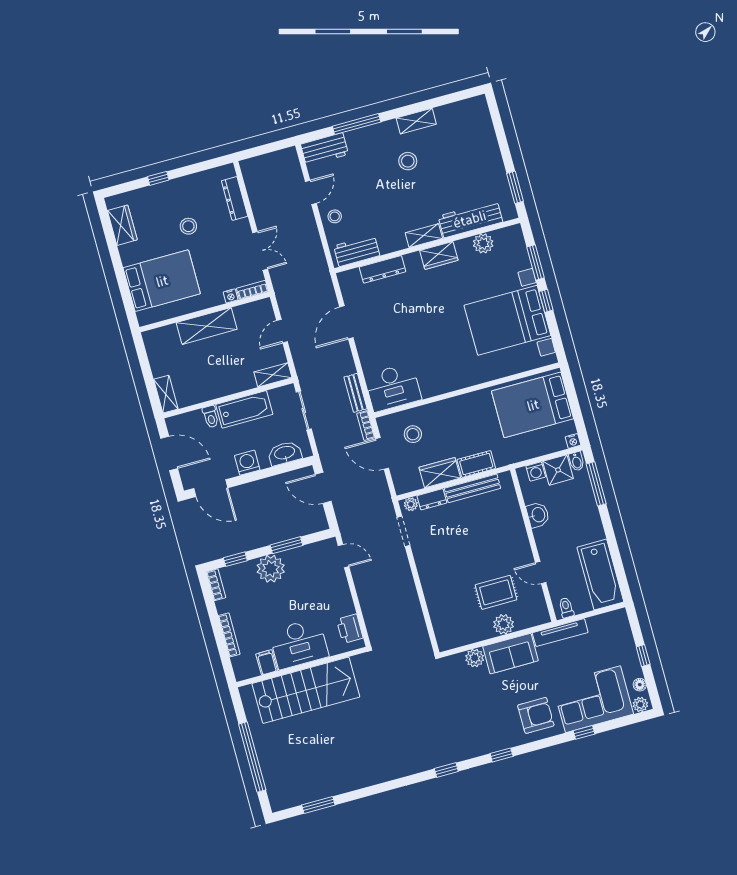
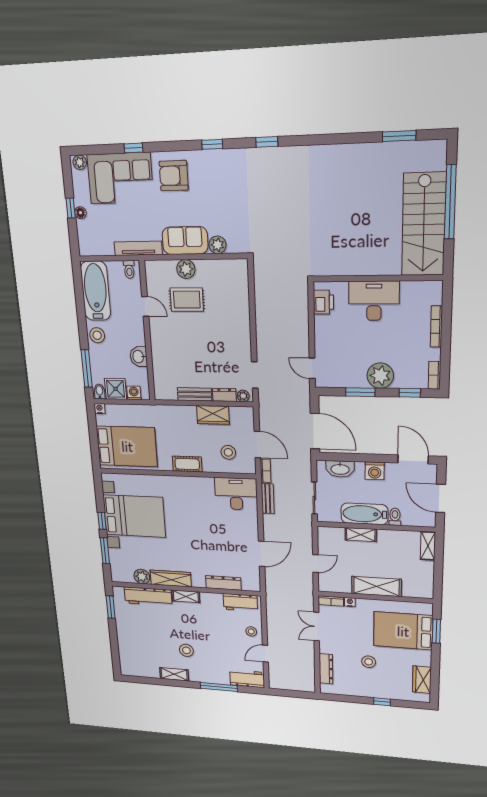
wardrobe: (439, 255) -> (171, 579), width x1.50
window: (125, 293) -> (436, 631), added
shelving: (273, 375) -> (361, 535), moved
cot: (476, 464) -> (187, 464), moved
door: (323, 488) -> (315, 431), width x1.36
bench: (473, 488) -> (195, 394), width x0.73
stool: (590, 526) -> (97, 335), added
filing cabinet: (267, 662) -> (409, 291), removed
floor lamp: (640, 685) -> (80, 213), moved
stairs: (306, 690) -> (424, 225), moved, turned -90

